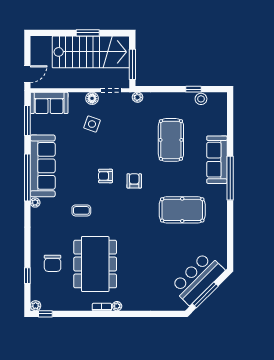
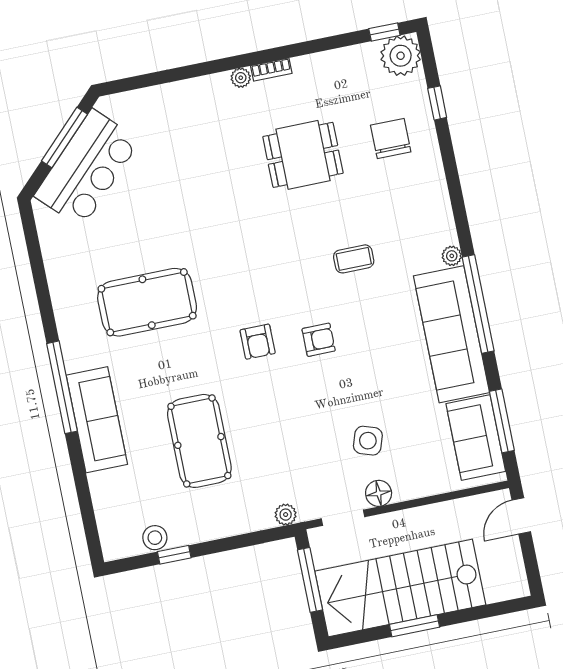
sofa: (49, 103) -> (476, 438), moved, turned -90
dining table: (95, 264) -> (303, 155), width x0.53, depth x0.80
plant: (36, 306) -> (401, 56), width x1.87, depth x1.87

